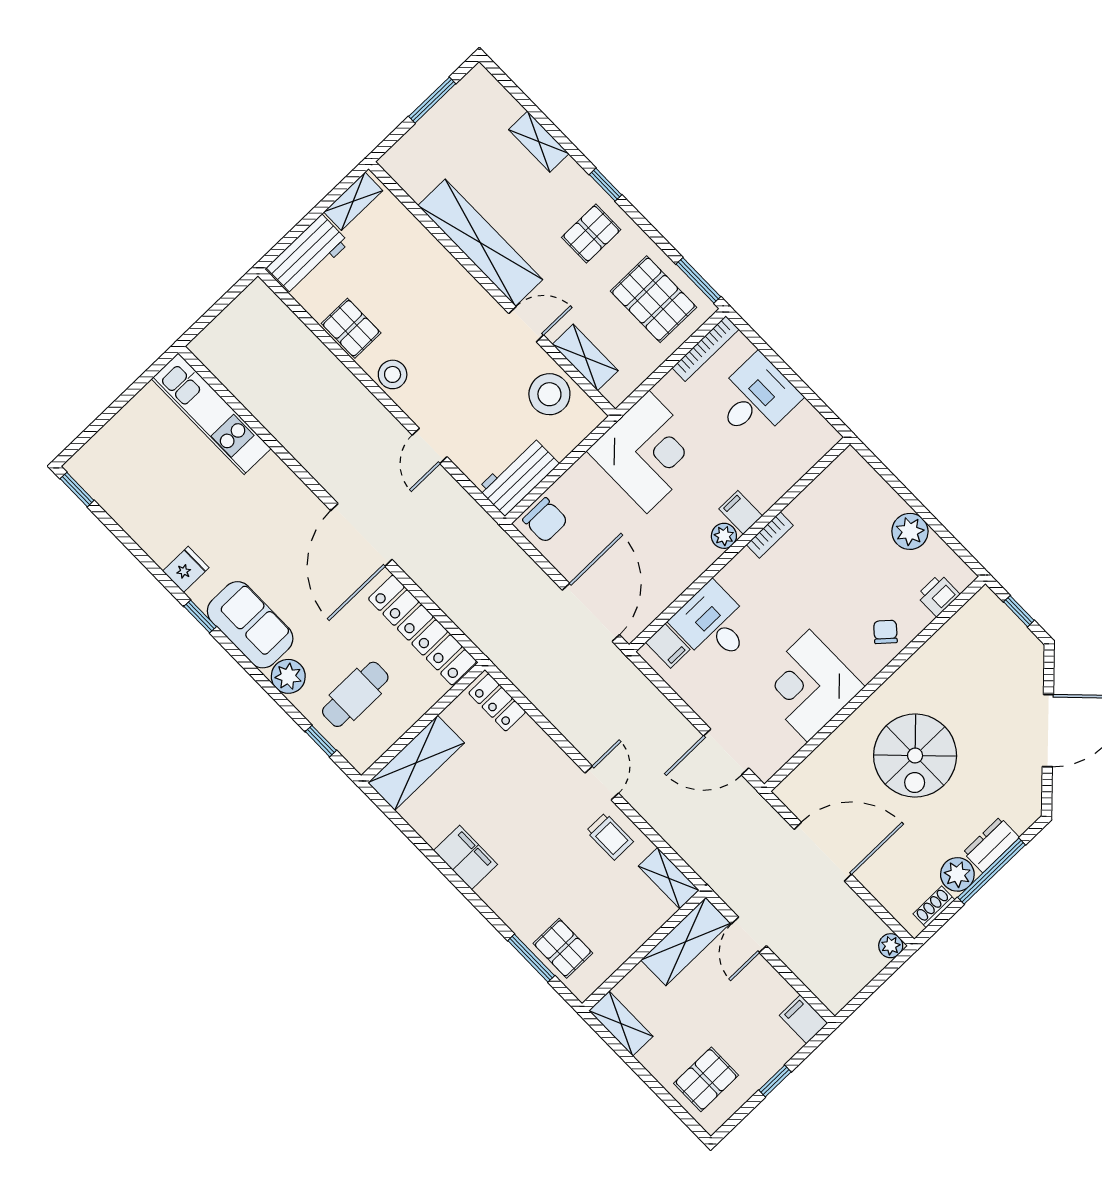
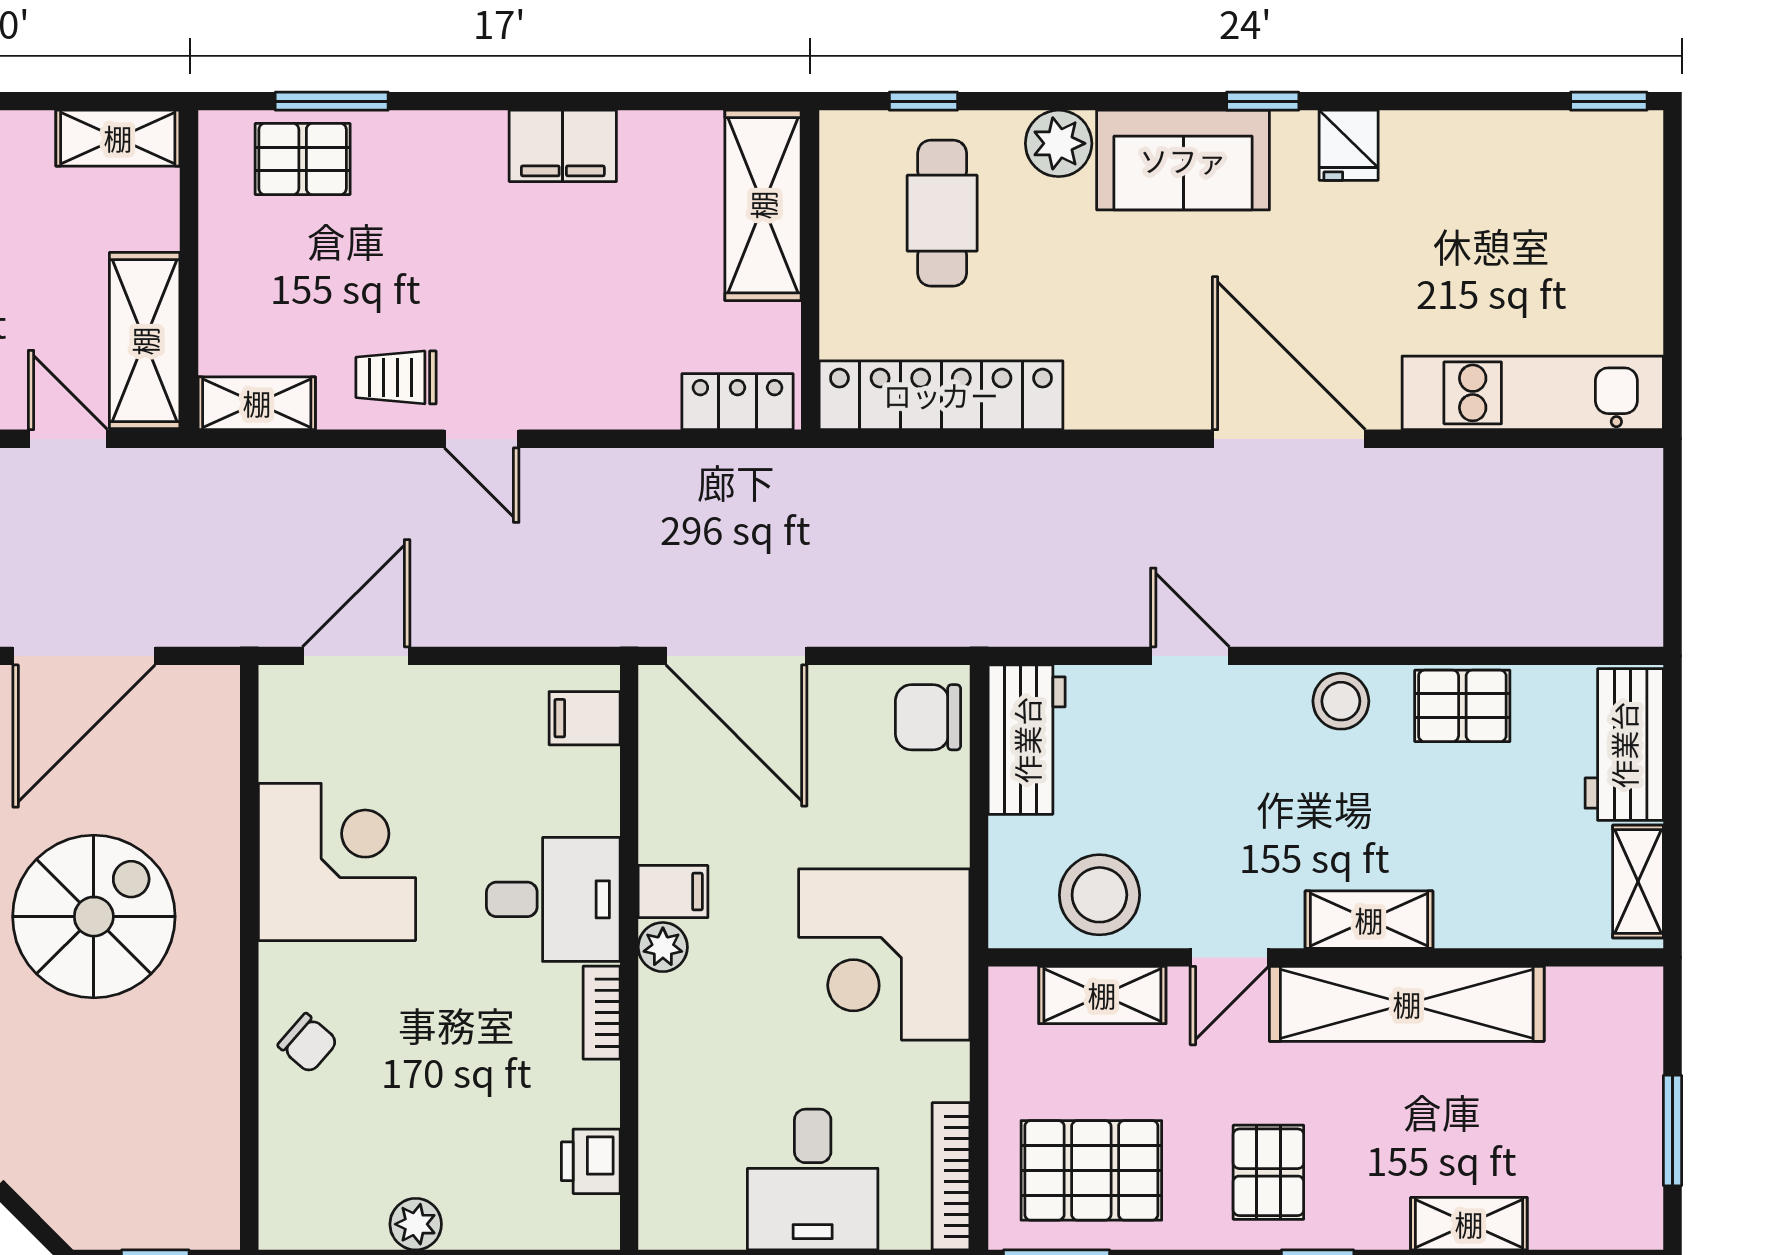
shelving: (463, 286) -> (1369, 920), added
filing cabinet: (741, 512) -> (673, 892), moved
plant: (910, 531) -> (416, 1224), width x0.73, depth x0.73
door: (361, 535) -> (1289, 439), moved
printer: (938, 595) -> (591, 1161), moved, turned 180
desk: (713, 624) -> (553, 899), moved
spiral stairs: (915, 756) -> (94, 917), turned 90

